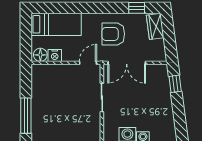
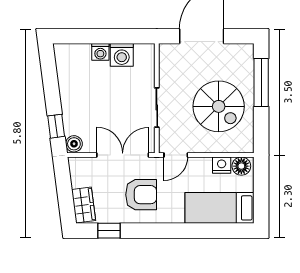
boiler: (162, 71) -> (74, 144), added
spiral stairs: (57, 98) -> (219, 106), added

